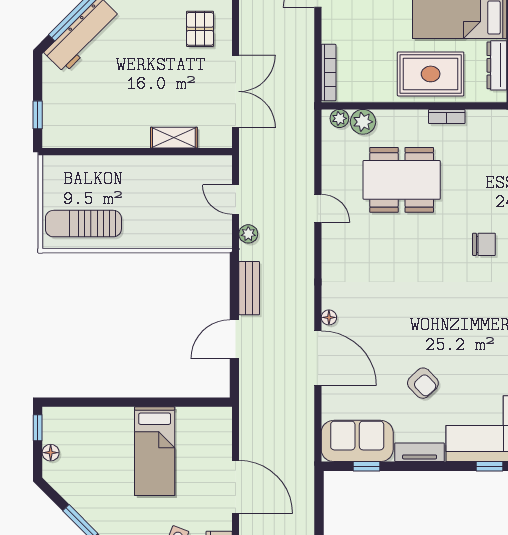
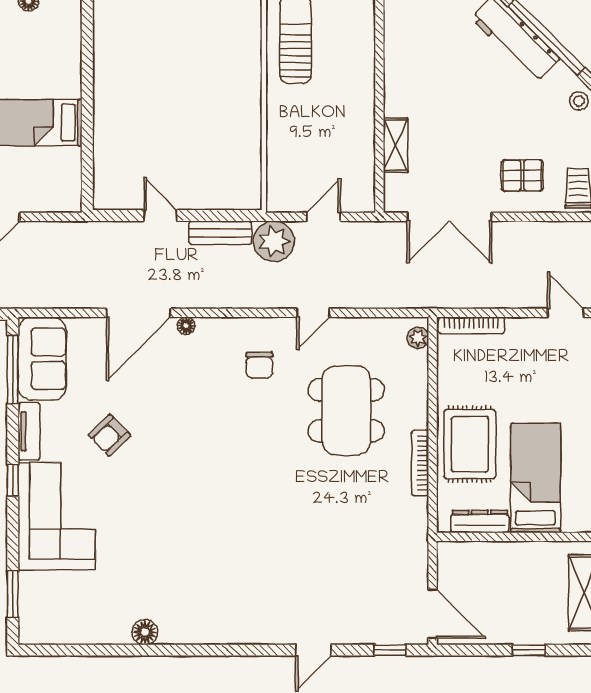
bookcase: (447, 116) -> (420, 463), width x1.56
plant: (363, 122) -> (414, 365), removed
plant: (248, 234) -> (274, 241), width x1.88, depth x1.88
chair: (484, 244) -> (259, 365), moved
door: (234, 339) -> (160, 216), width x0.73
window: (366, 466) -> (13, 369), width x2.17
window: (490, 466) -> (13, 480), moved

